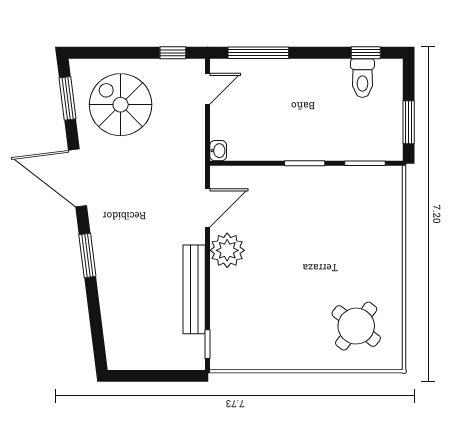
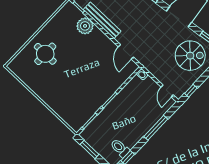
window: (258, 53) -> (156, 128), moved
plant: (227, 250) -> (85, 26), moved
round table: (356, 326) -> (45, 54), moved, turned -38

